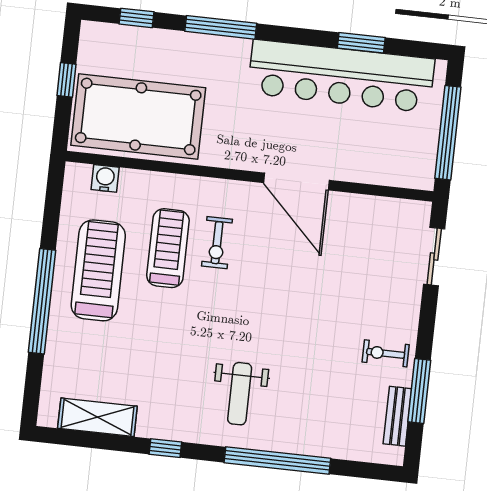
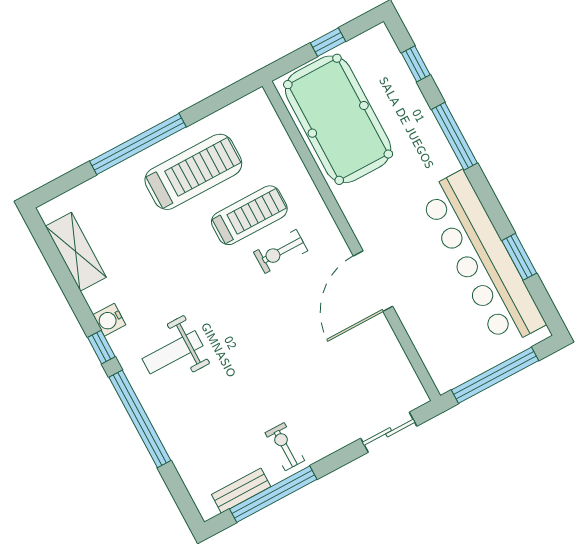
water cooler: (105, 178) -> (109, 320), moved, turned 180
window: (419, 391) -> (273, 494), width x1.46
window: (165, 448) -> (101, 347), moved

